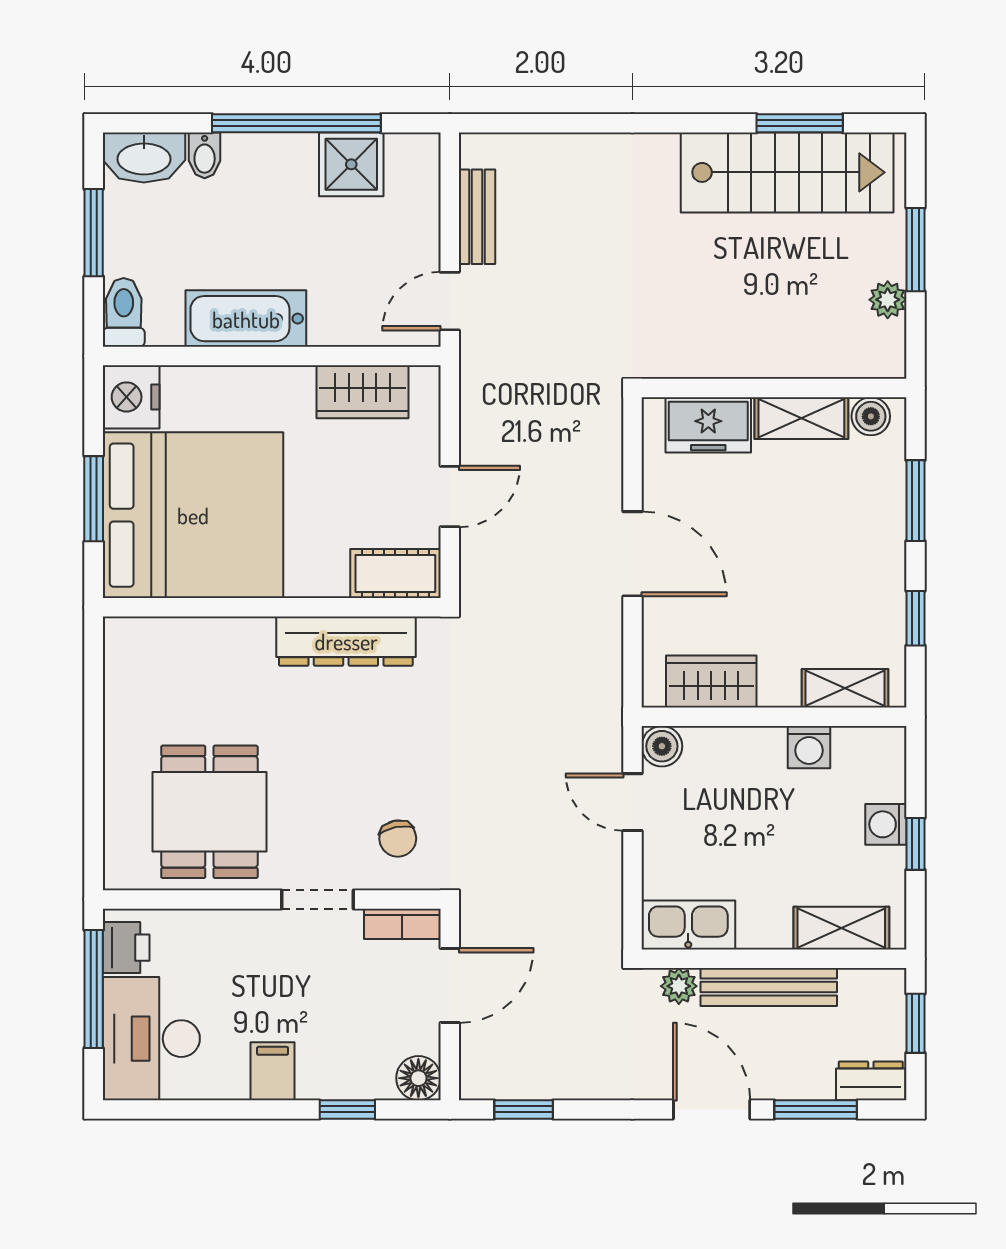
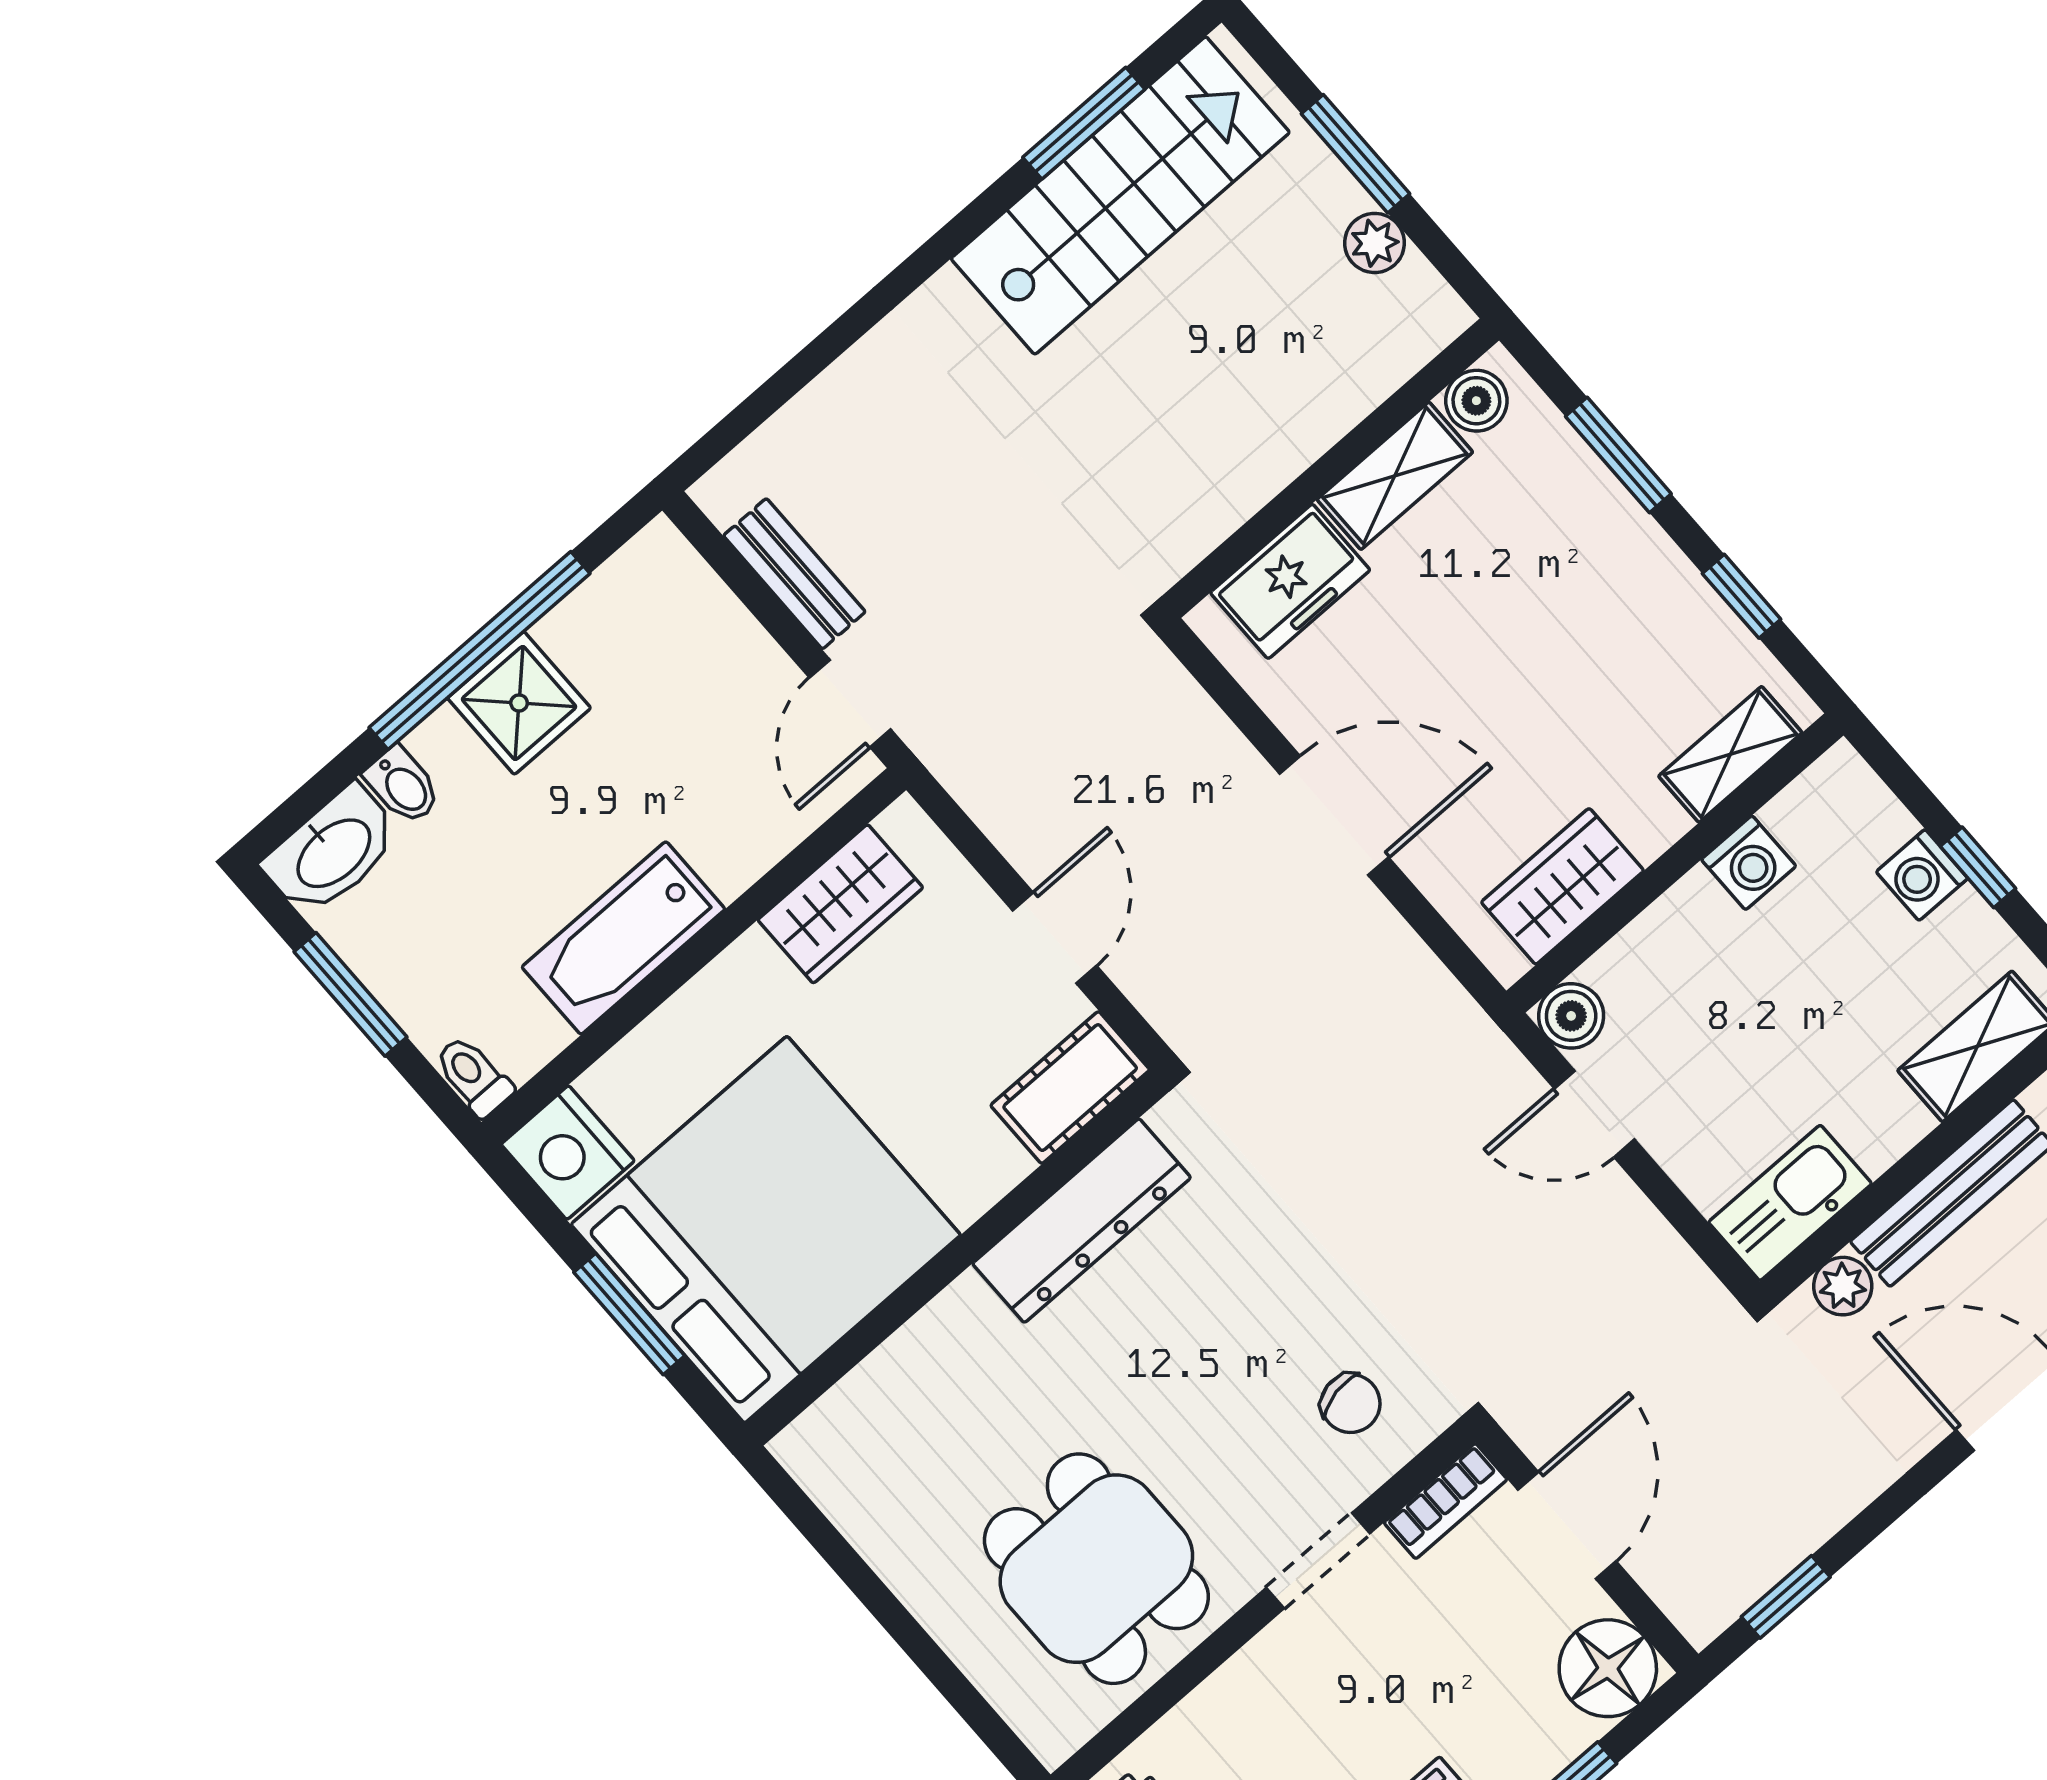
shower: (351, 164) -> (519, 703), moved
toilet: (124, 312) -> (474, 1076), width x0.73, depth x0.72
floor lamp: (418, 1078) -> (1608, 1668), width x1.38, depth x1.38

